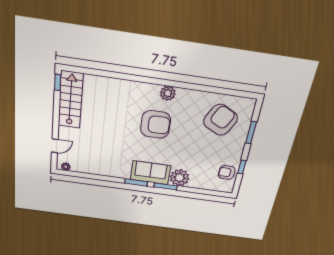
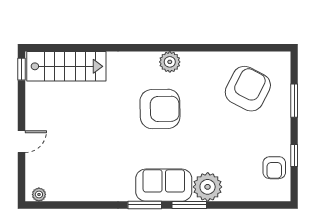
stairs: (70, 100) -> (66, 66), moved, turned 90
door: (55, 146) -> (22, 142), moved
armchair: (227, 172) -> (274, 168), turned -92

